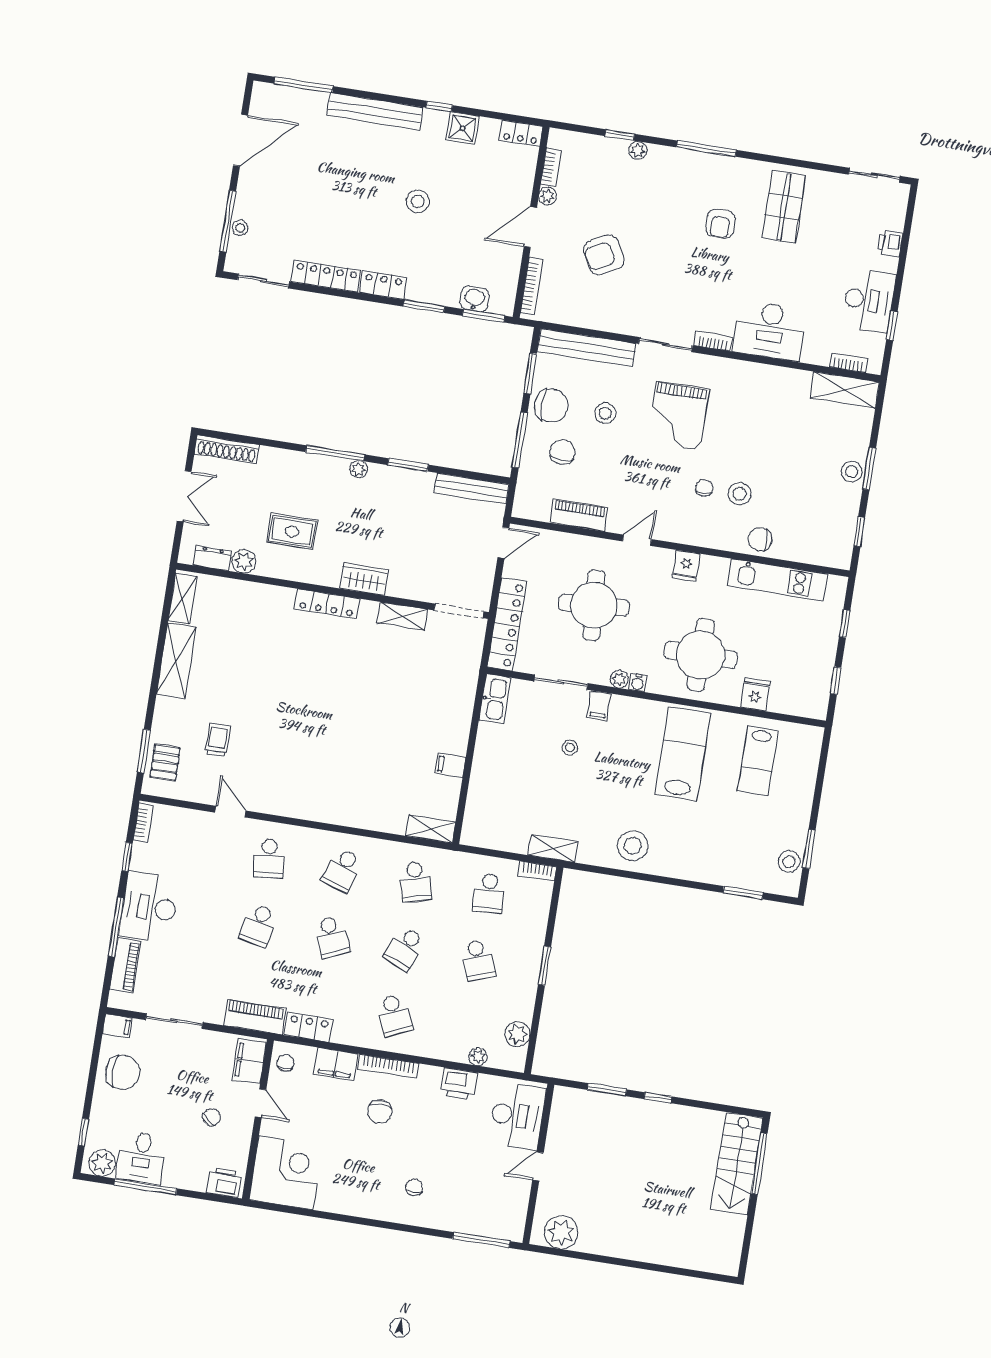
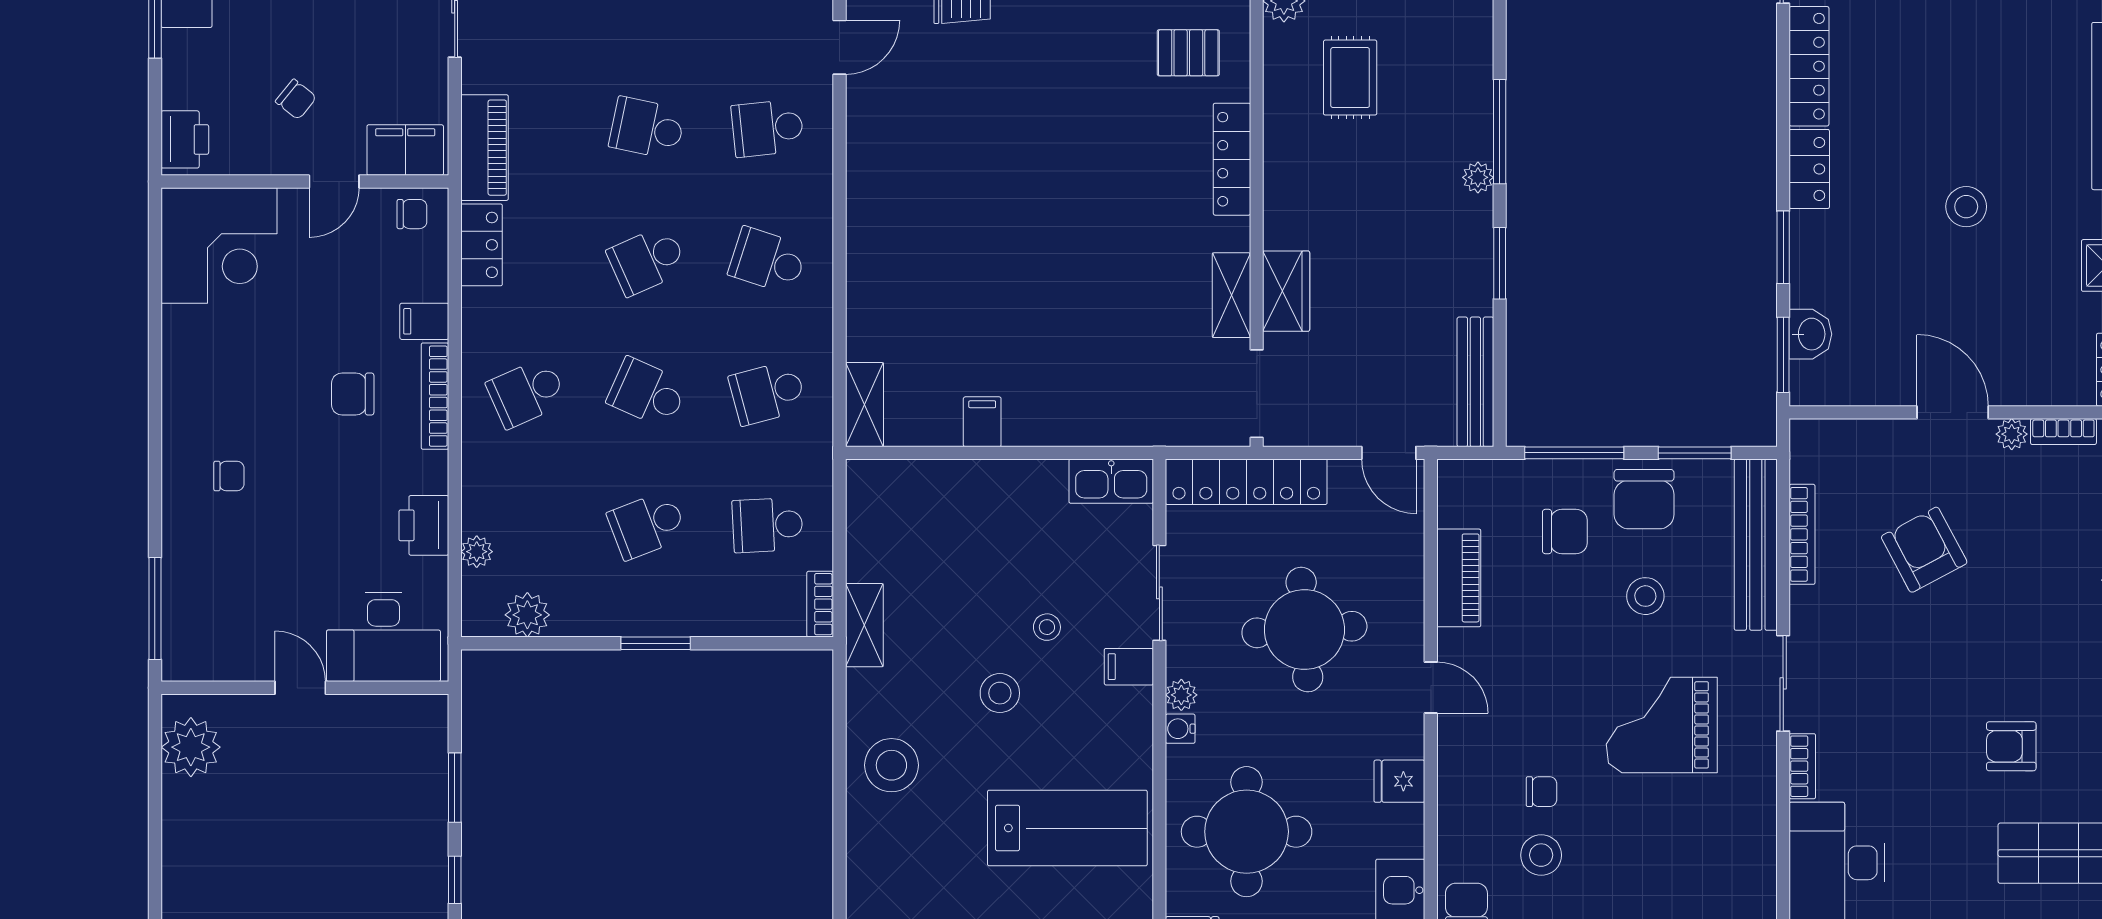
bookcase: (532, 286) -> (1802, 534), moved, turned -90
wardrobe: (364, 579) -> (1286, 291), moved
pallet: (264, 619) -> (1188, 53), added
stool: (602, 779) -> (1000, 693), added
filing cabinet: (336, 1064) -> (424, 321), width x0.50

